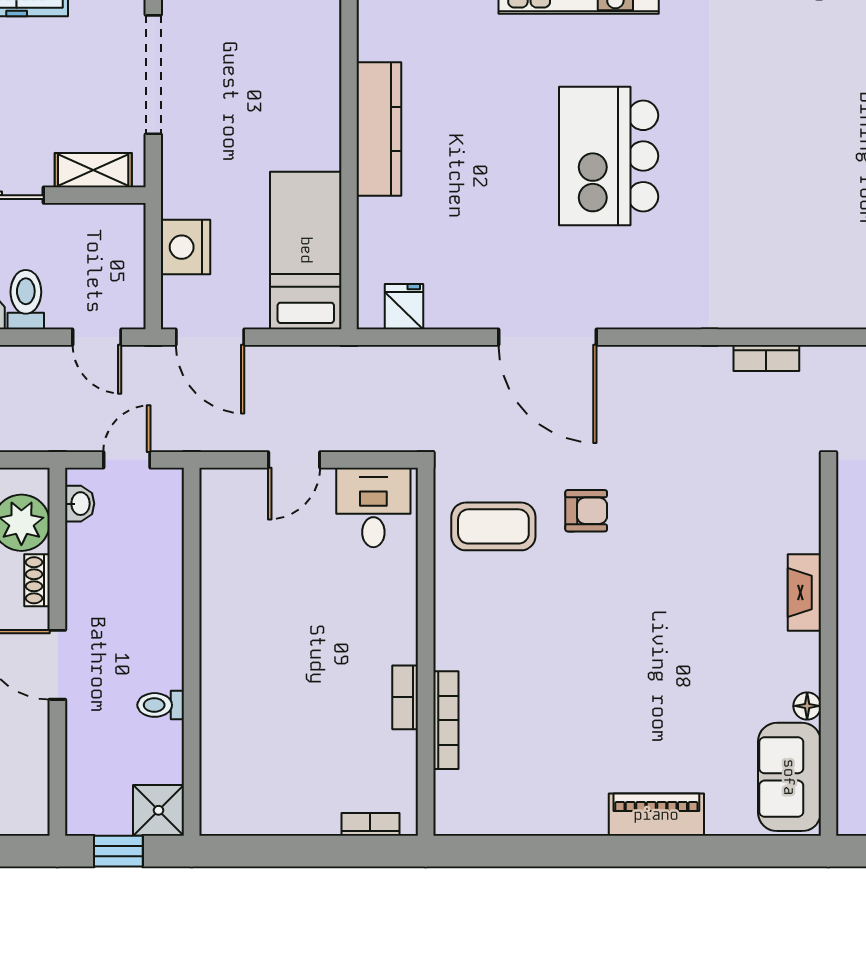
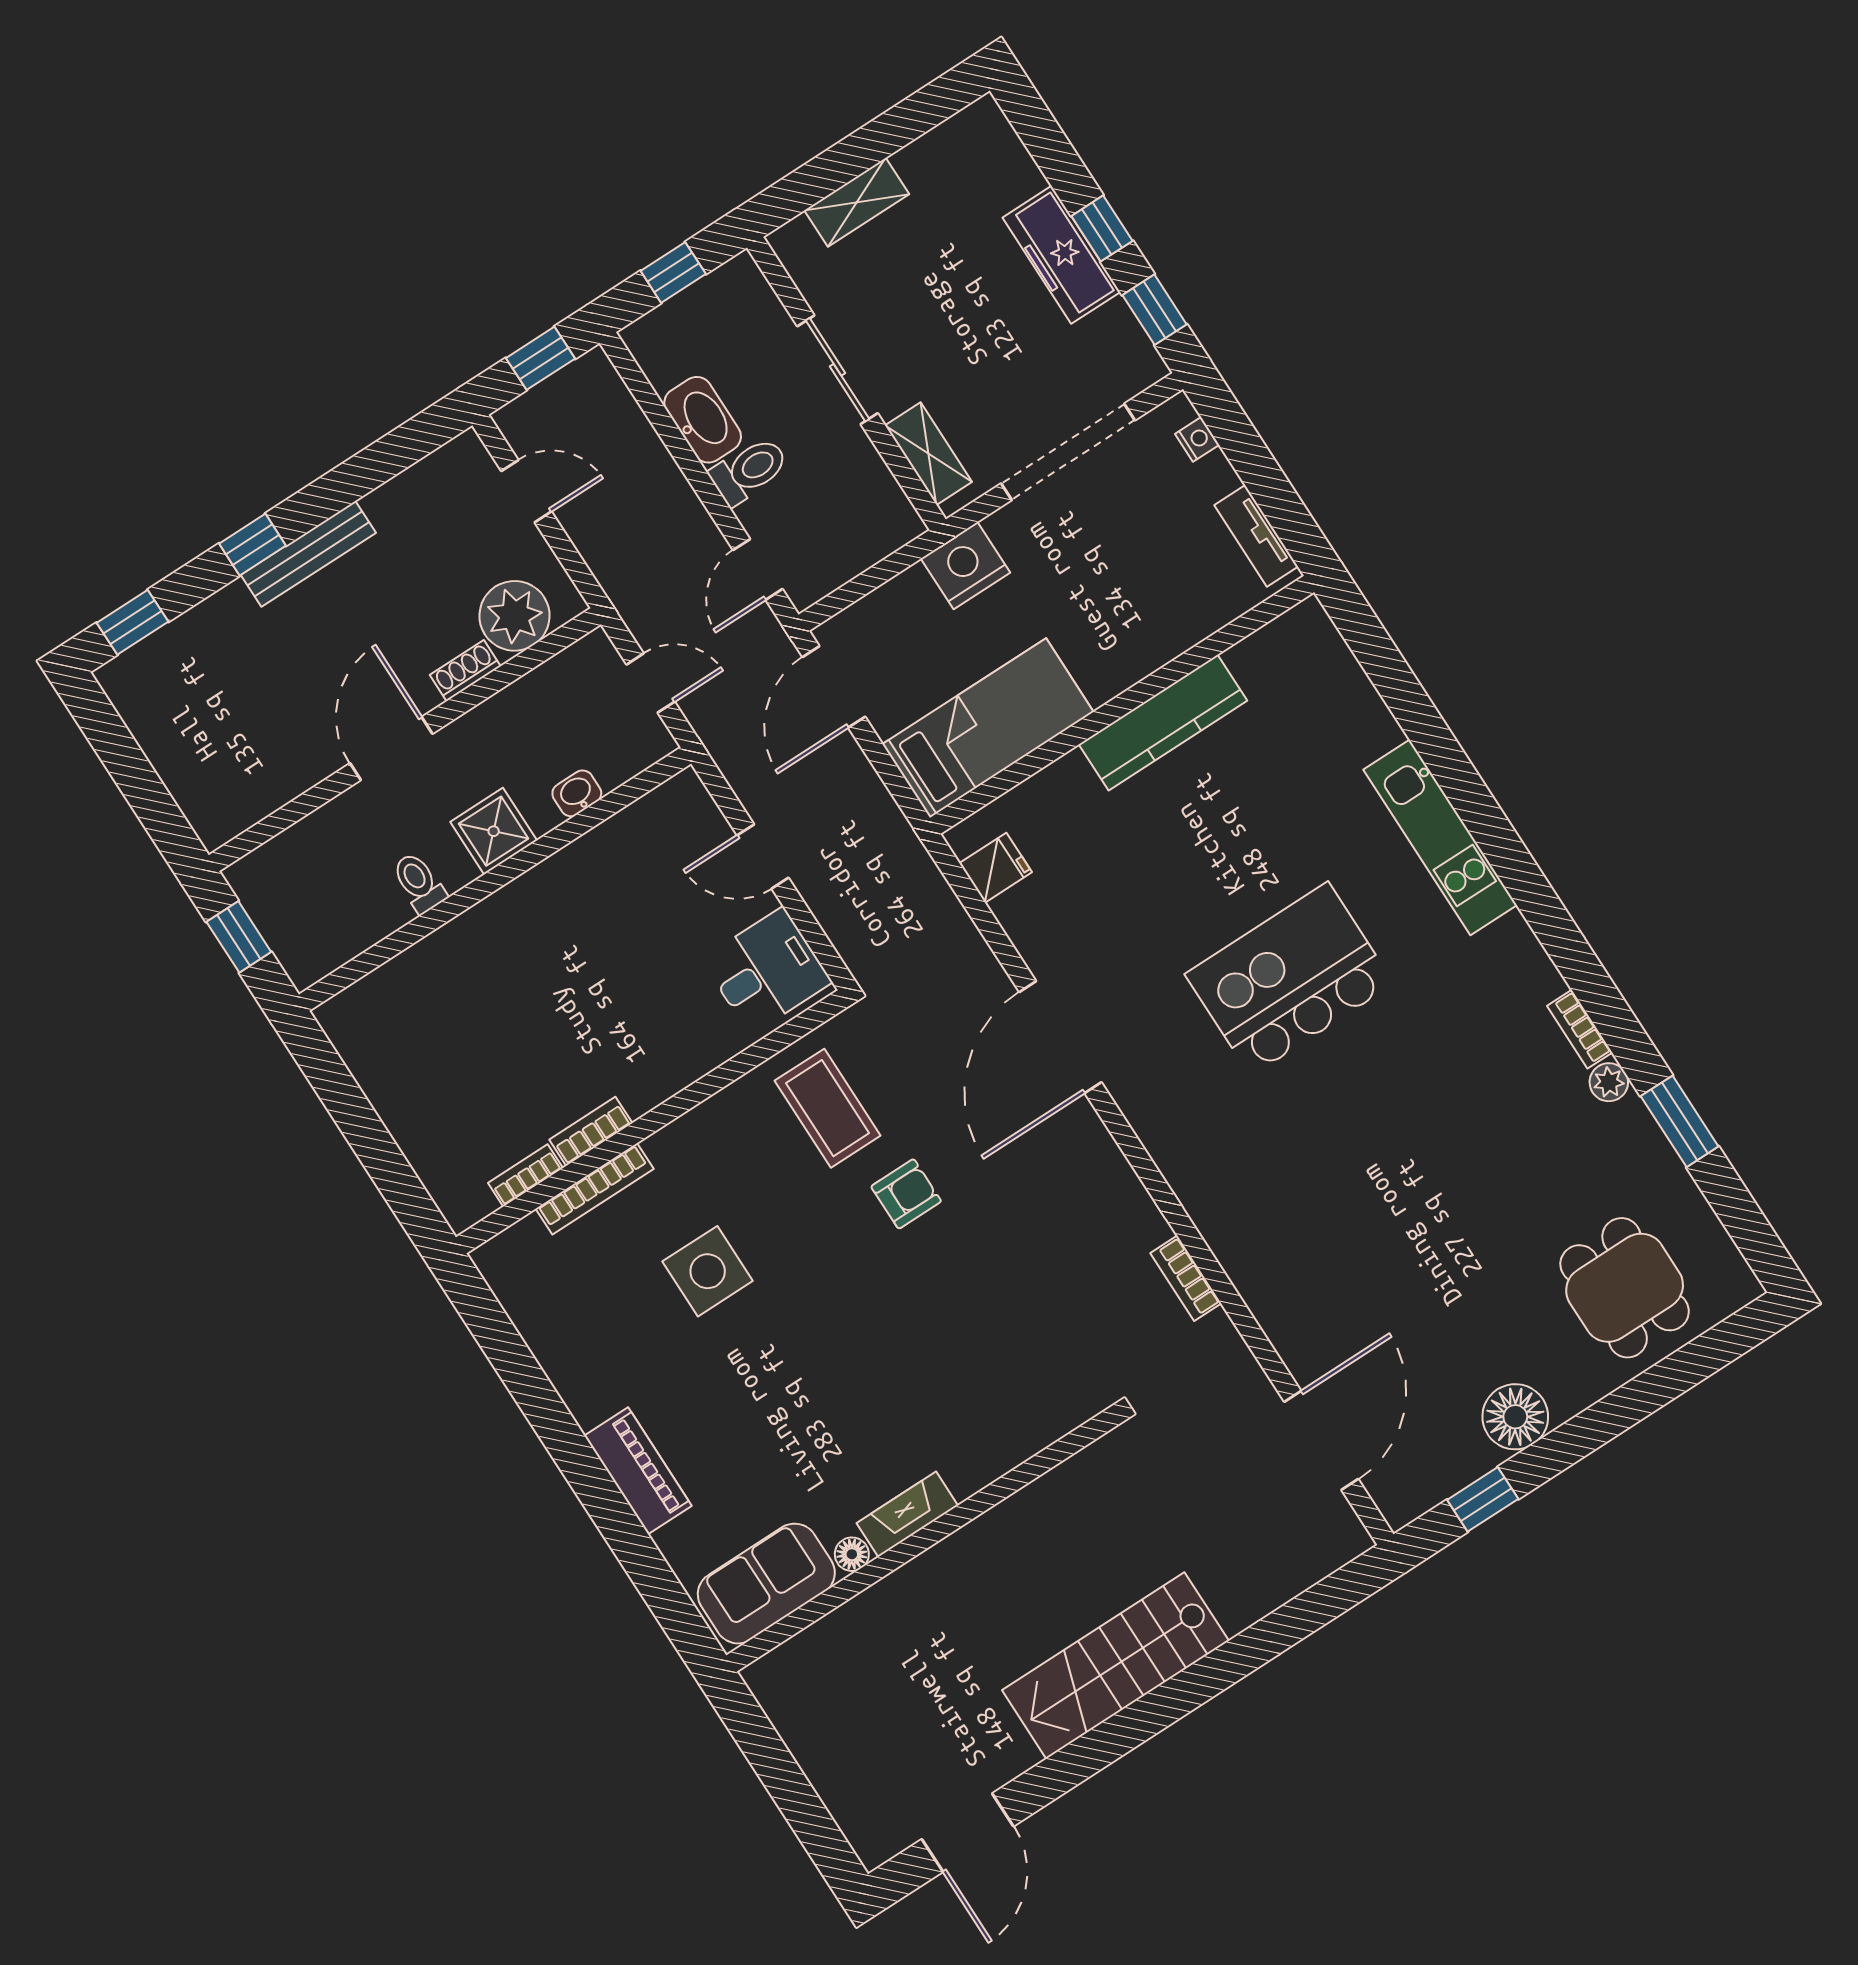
nightstand: (186, 247) -> (966, 566), moved
washbasin: (80, 504) -> (577, 793), moved, turned 180
armchair: (586, 511) -> (906, 1194), turned -90
fireplace: (804, 593) -> (907, 1514), moved
side table: (551, 680) -> (708, 1271), added
shower: (159, 810) -> (494, 831), moved
bookcase: (370, 824) -> (526, 1176), moved, turned -90

